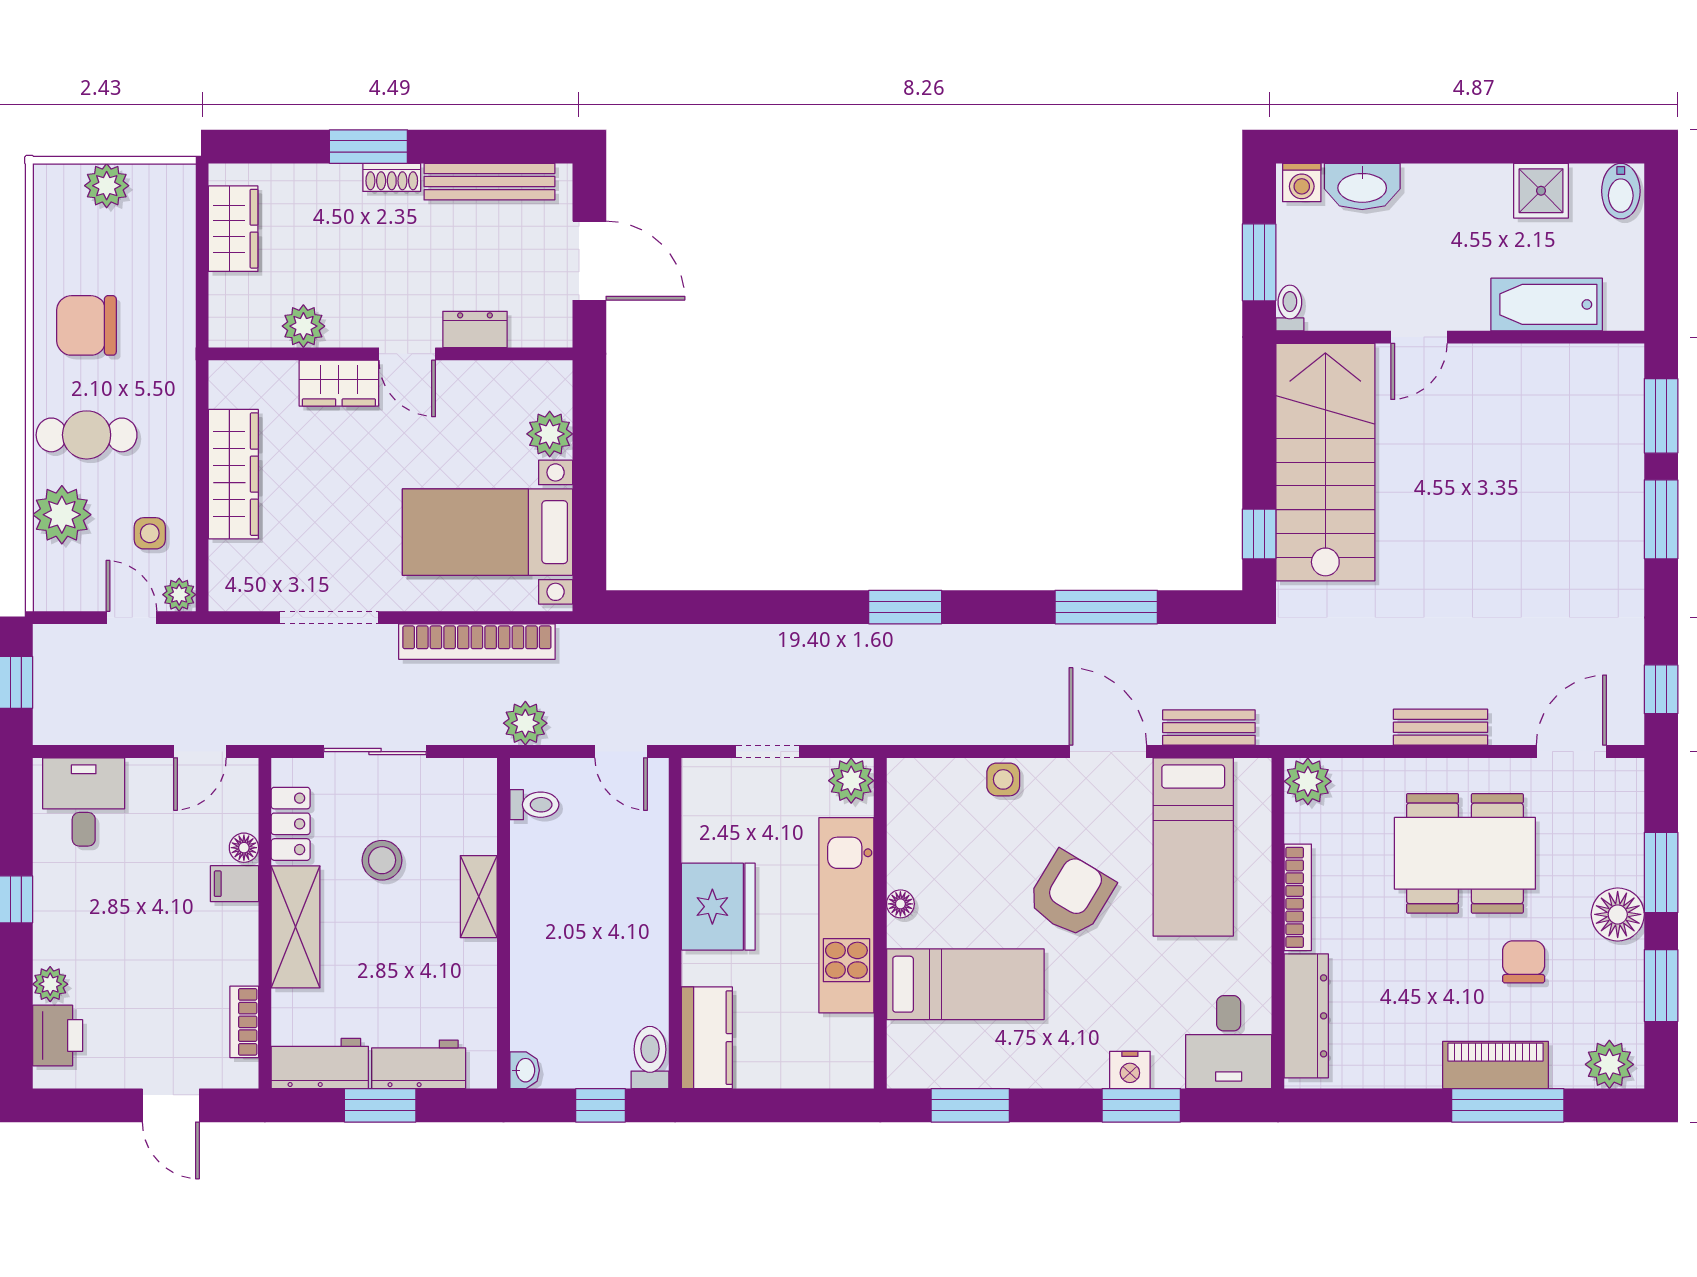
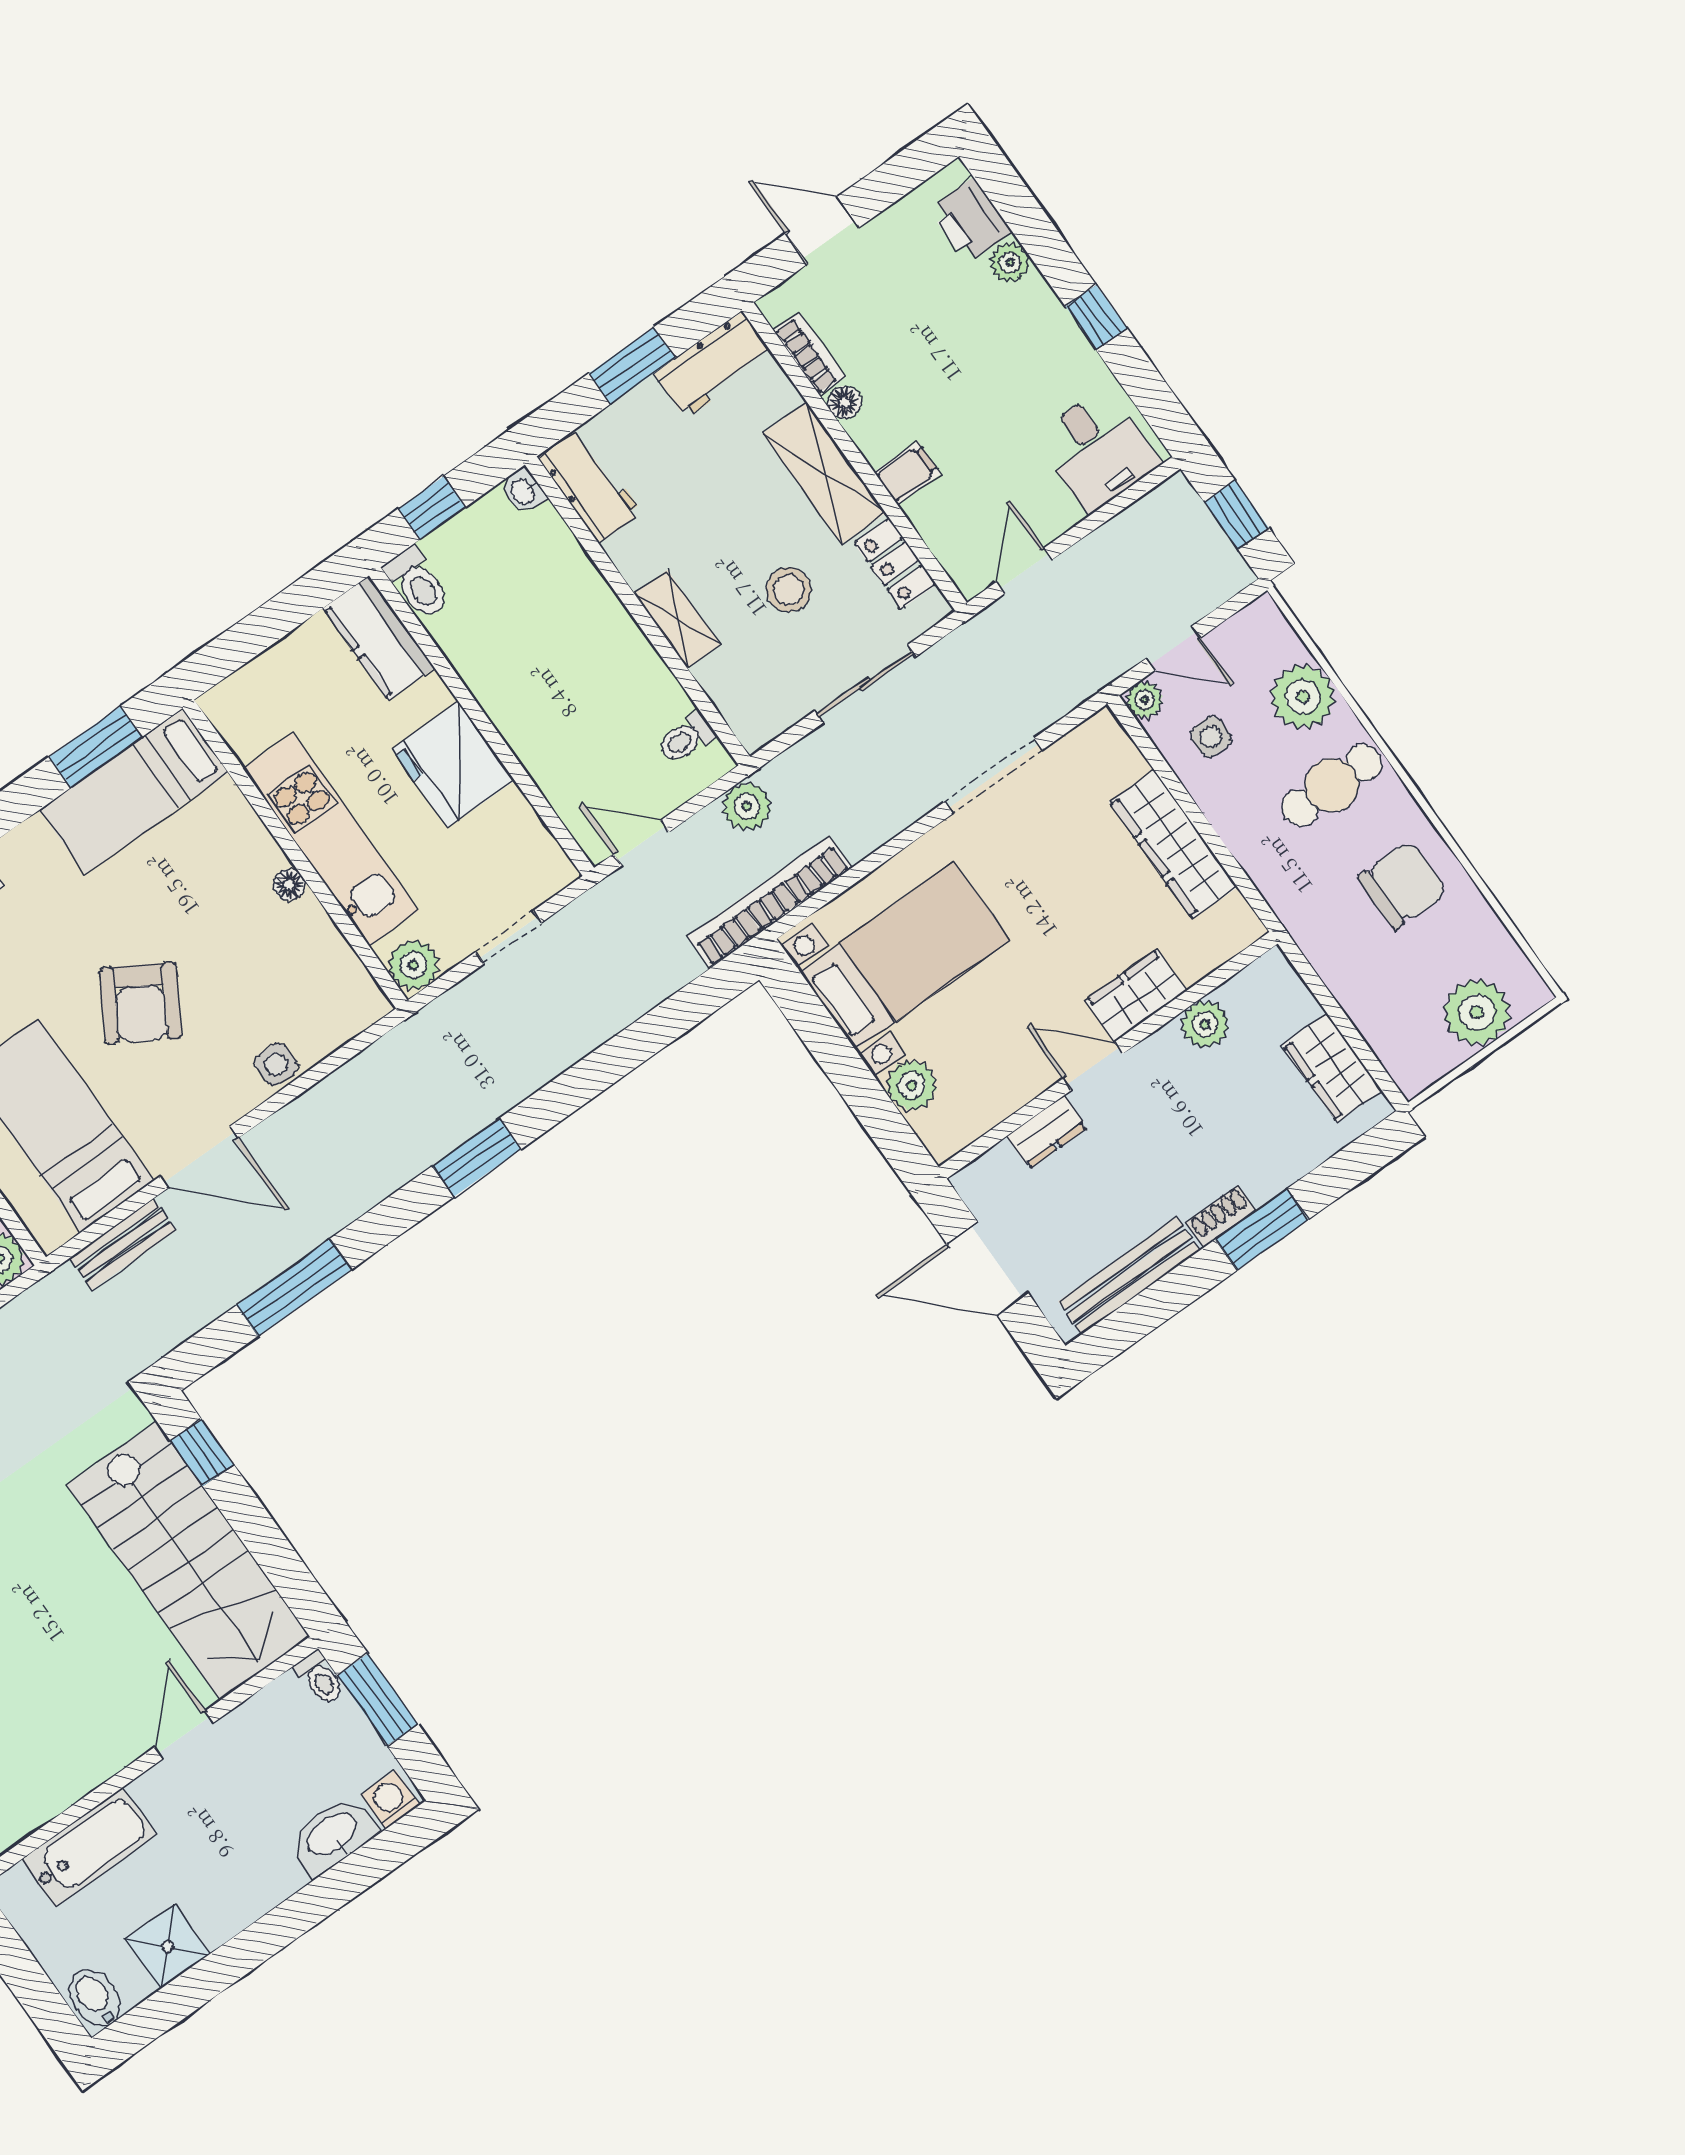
plant: (107, 186) -> (1477, 1012), width x1.36, depth x1.36
bookcase: (477, 642) -> (770, 902), moved
floor lamp: (244, 848) -> (844, 402), moved
bed: (965, 984) -> (134, 791), moved
workbench: (419, 1064) -> (590, 485), moved, turned -90

